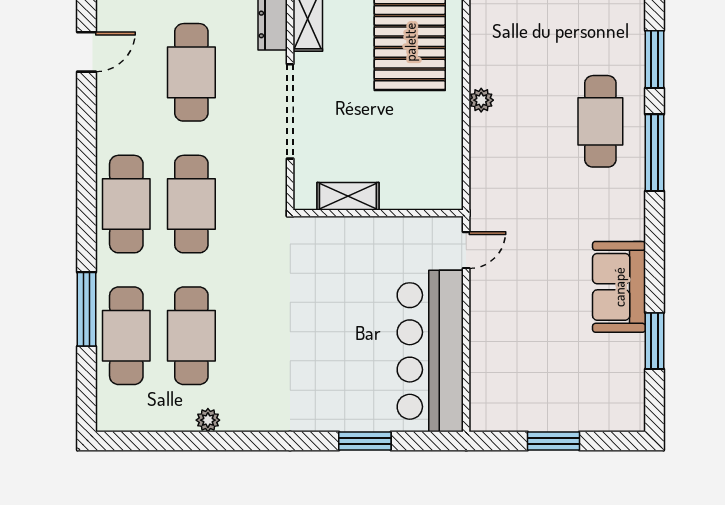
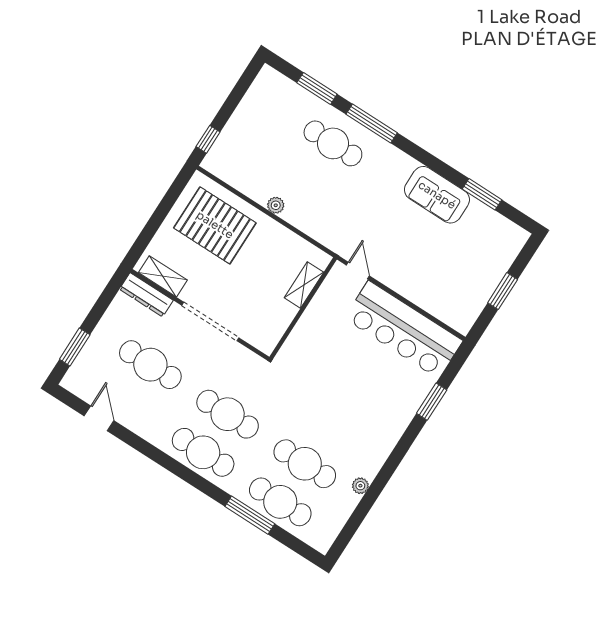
shelving: (348, 196) -> (304, 285), moved

